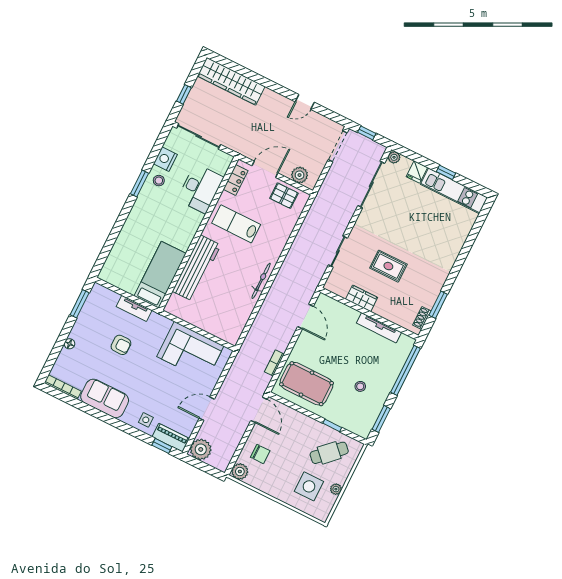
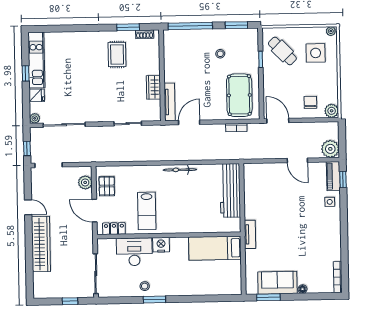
wardrobe: (231, 81) -> (41, 244), moved
nightstand: (165, 159) -> (161, 245), moved, turned 180
rug: (388, 266) -> (117, 55), moved
workbench: (197, 268) -> (230, 190), moved, turned -90
tv unit: (134, 308) -> (250, 234), moved
tv unit: (379, 328) -> (170, 102), moved
armchair: (121, 345) -> (283, 250), removed
corner sofa: (190, 351) -> (261, 195), removed
sofa: (105, 398) -> (277, 283), moved, turned 90
door: (259, 410) -> (278, 121), hinge flipped
plant: (336, 489) -> (331, 31), moved

